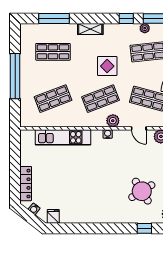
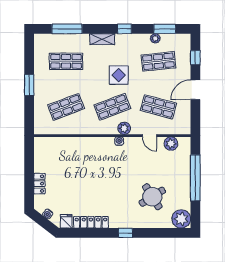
window: (126, 18) -> (125, 29), moved
window: (15, 76) -> (29, 85), width x0.47
kitchen unit: (63, 137) -> (76, 144), removed
locker: (26, 184) -> (39, 184), width x0.66
locker: (79, 217) -> (91, 222), added
window: (144, 228) -> (125, 233), moved

